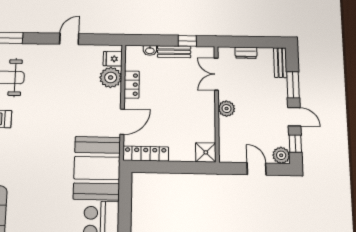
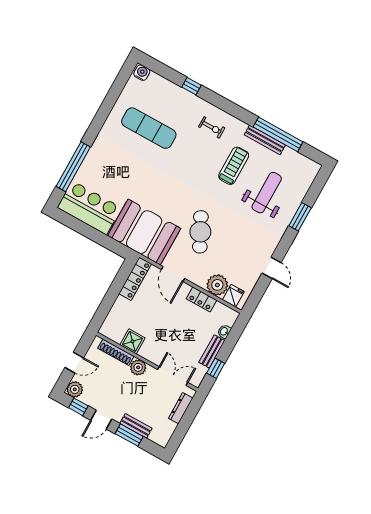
dresser: (246, 53) -> (181, 408), width x1.44
bench: (280, 63) -> (136, 426), moved
cafe table: (69, 117) -> (200, 232), added
shoe rack: (224, 136) -> (116, 352), added
shower: (206, 152) -> (132, 341), moved

